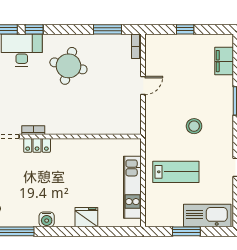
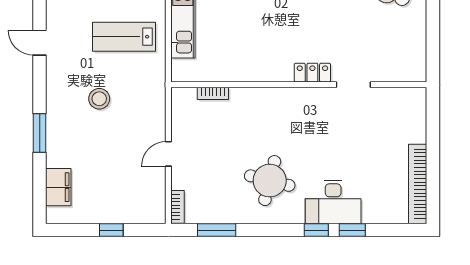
bookcase: (33, 130) -> (213, 93), moved

